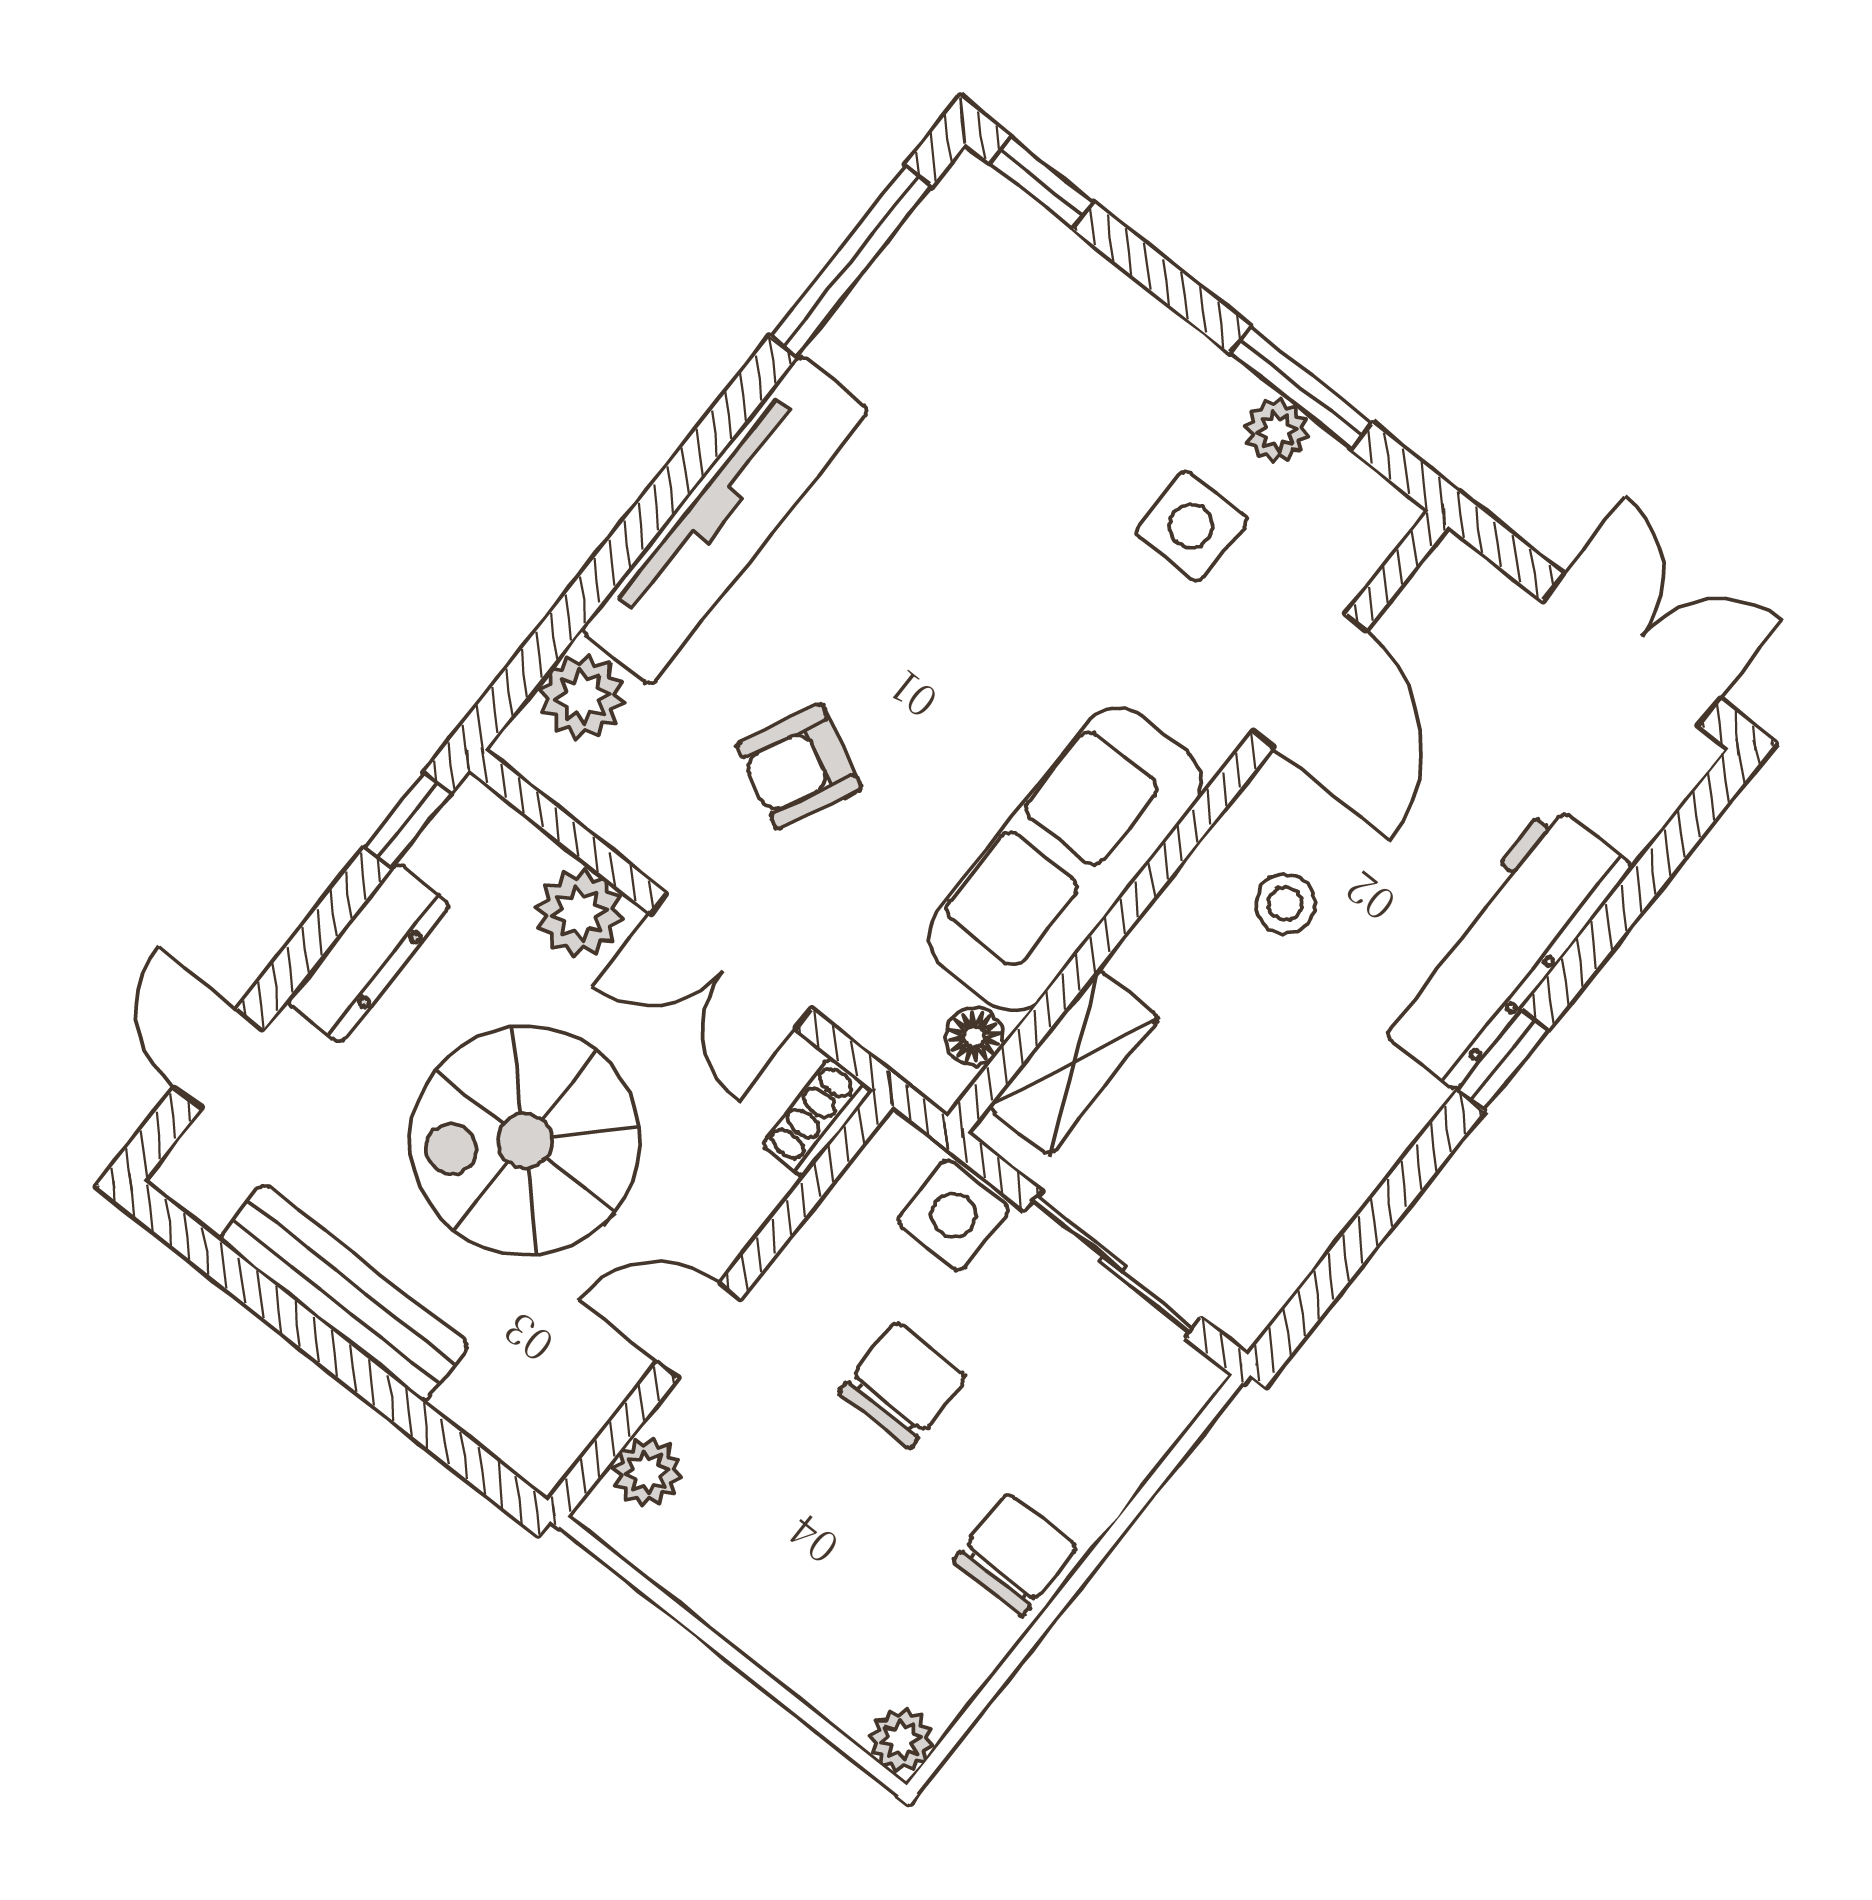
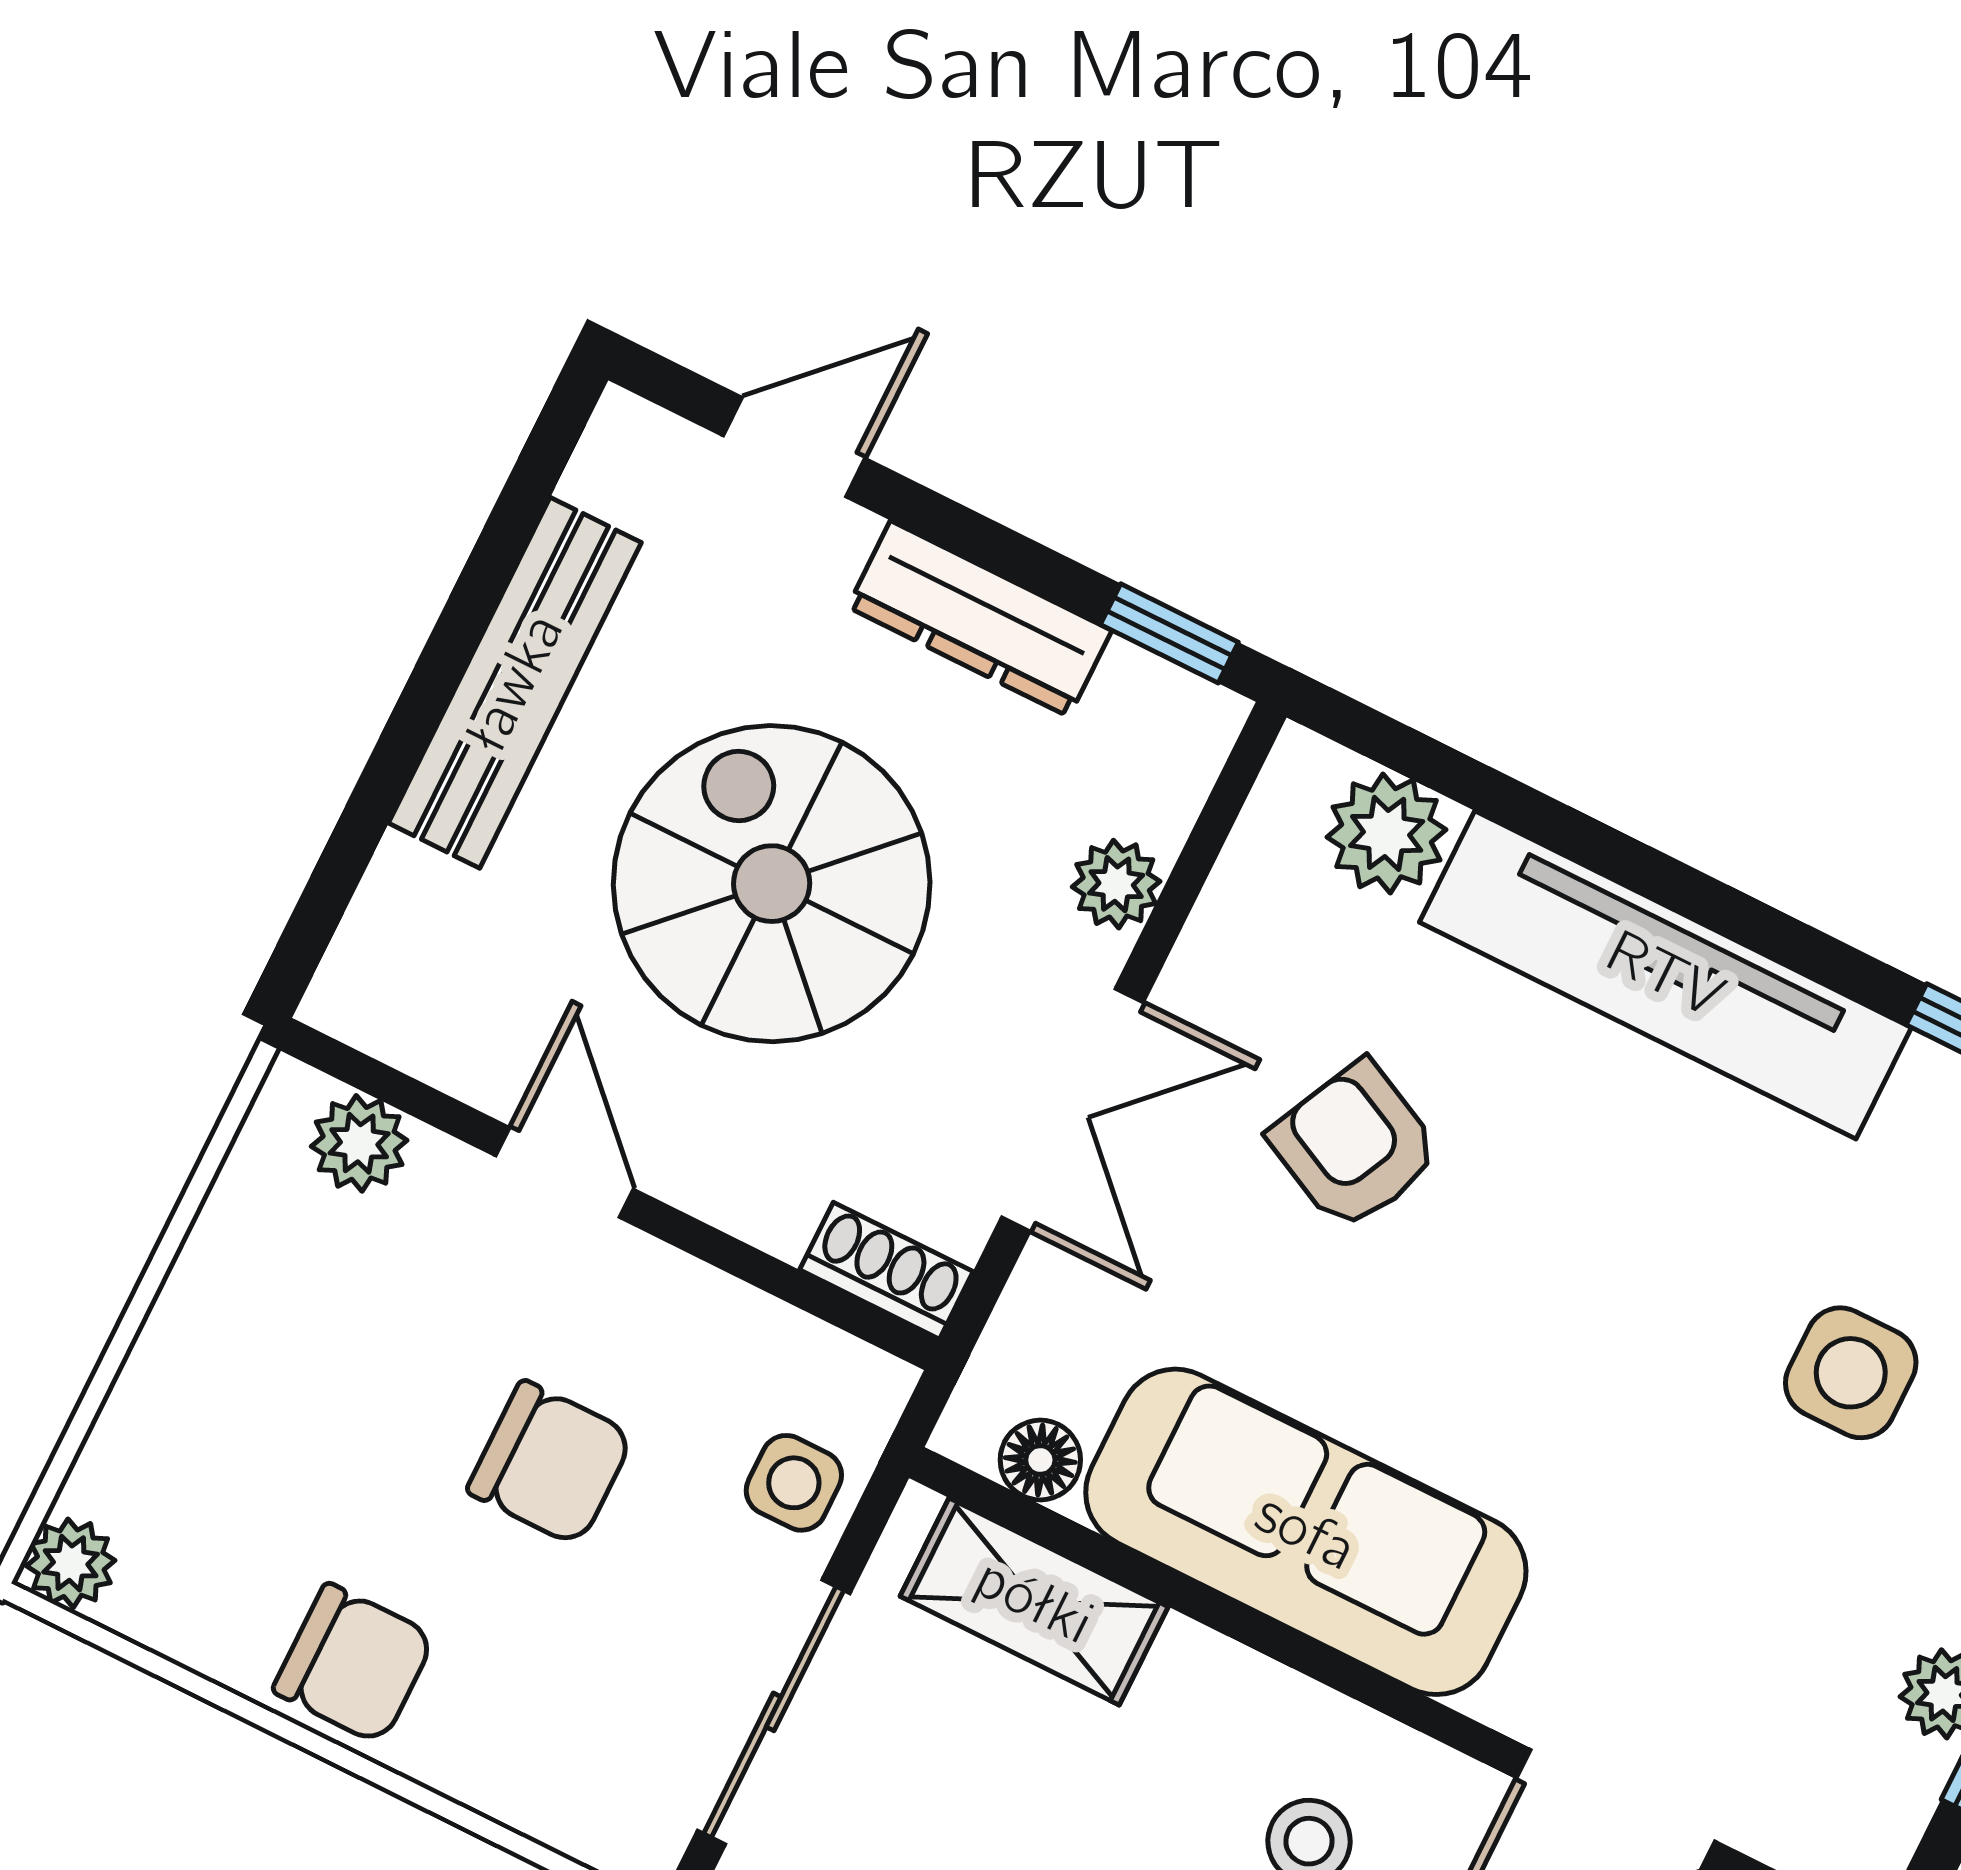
side table: (1191, 526) -> (1851, 1373), moved
plant: (579, 913) -> (1116, 884), width x0.73, depth x0.73
double door: (731, 961) -> (1073, 1110), swing flipped
side table: (953, 1215) -> (794, 1483), width x0.73, depth x0.73

